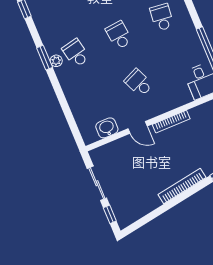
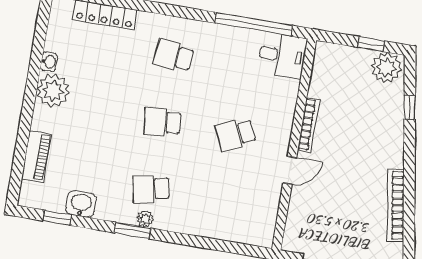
washbasin: (107, 128) -> (81, 204), moved, turned 90
bookcase: (182, 186) -> (396, 205), moved

